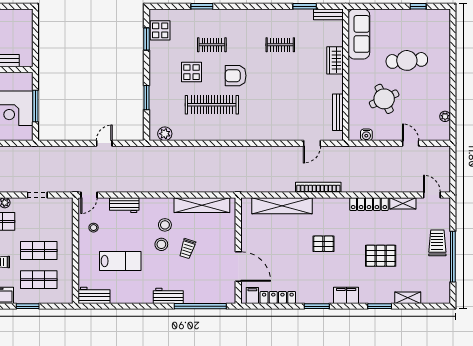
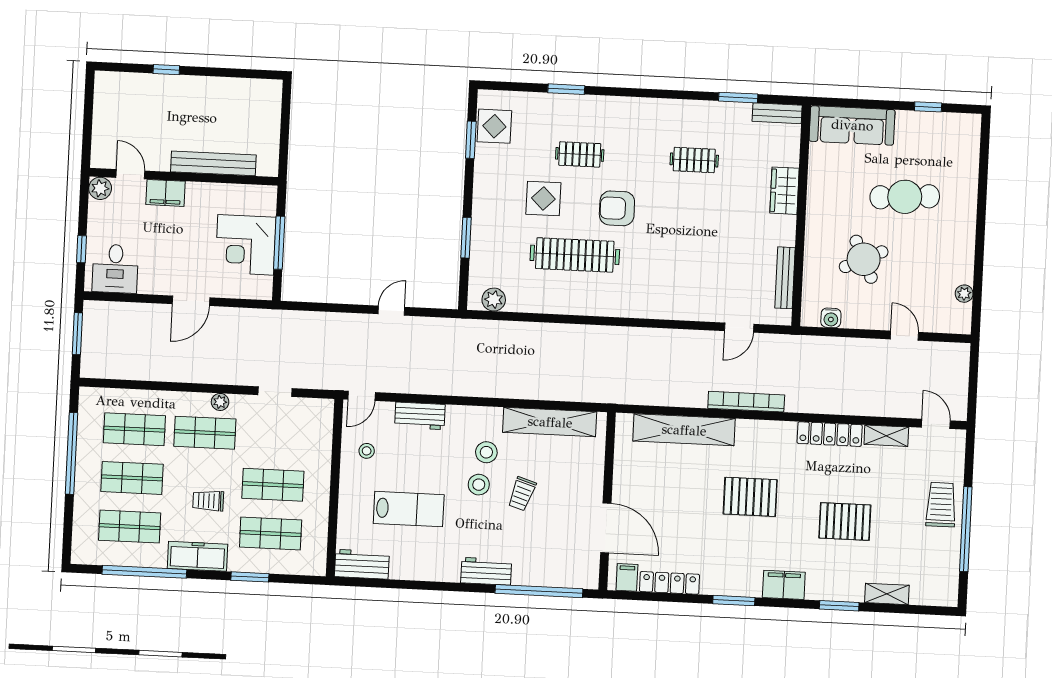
sofa: (359, 34) -> (852, 125), moved, turned 90
pallet: (323, 244) -> (750, 497), width x1.50, depth x1.42

